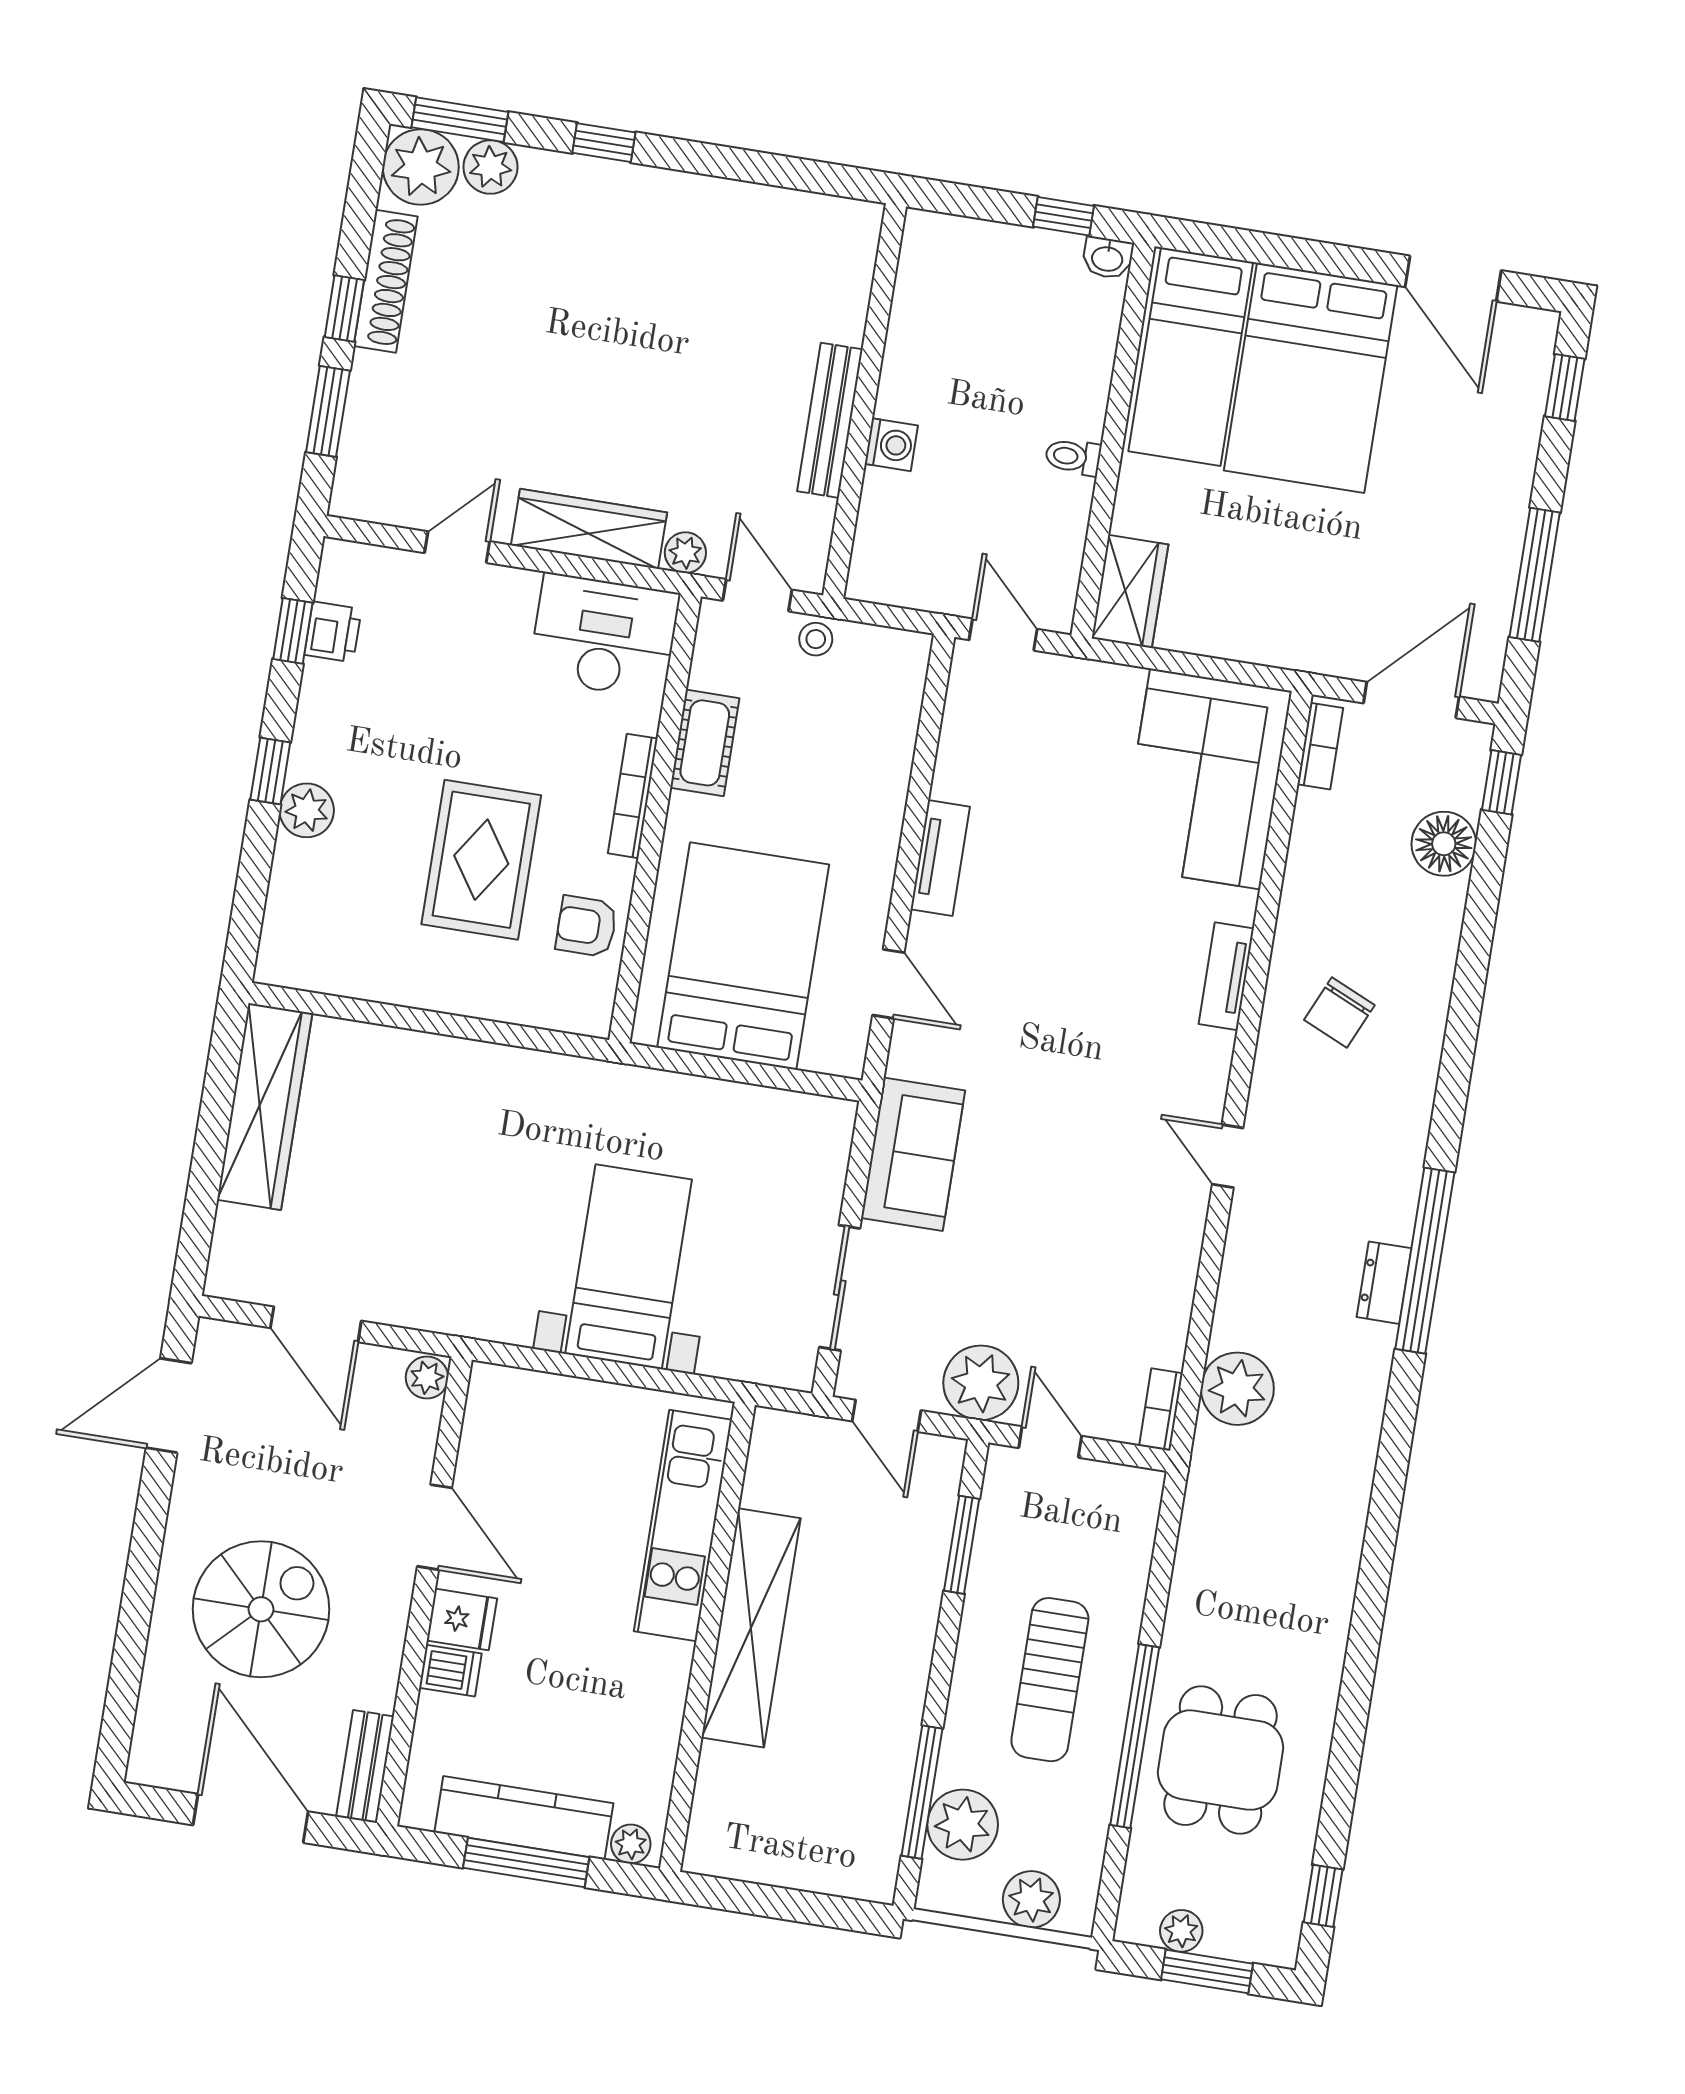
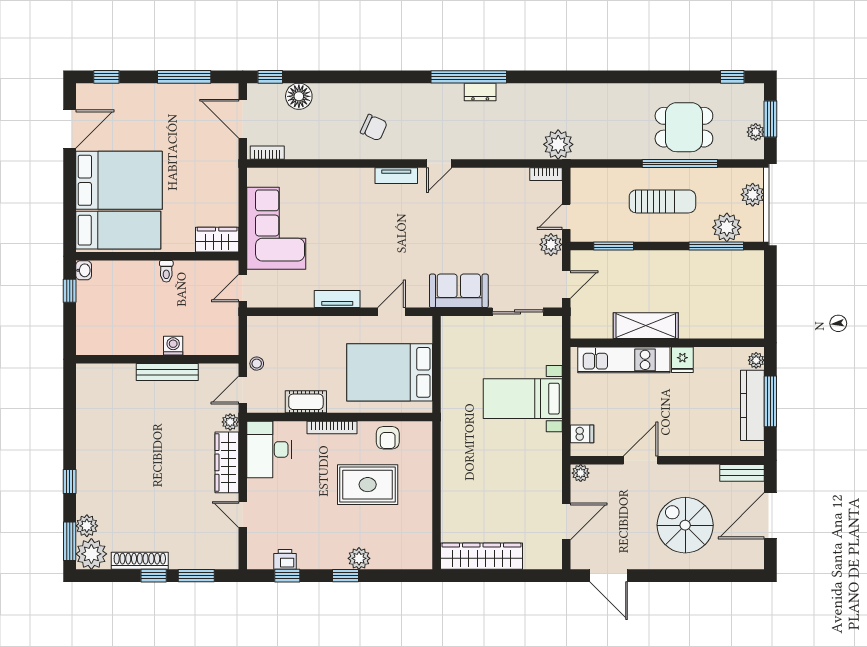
corner sofa: (1205, 779) -> (276, 228), moved, turned -90
tv unit: (1226, 976) -> (396, 176), moved
plant: (981, 1383) -> (551, 245), width x0.73, depth x0.73
plant: (1237, 1389) -> (558, 144), moved
fridge: (462, 1619) -> (682, 360), moved, turned 180
shelving: (751, 1628) -> (646, 326), width x0.68
dishwasher: (450, 1671) -> (582, 434), moved, turned 90

